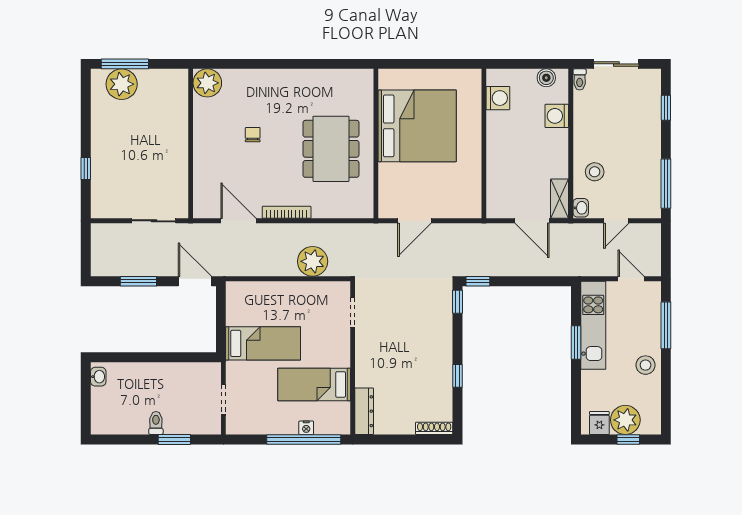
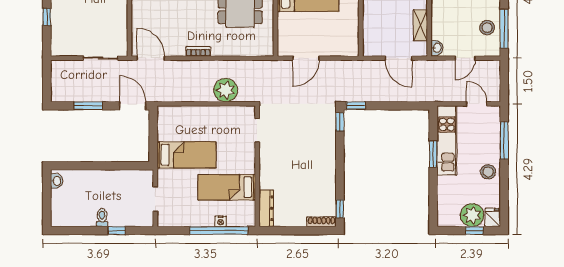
stool: (595, 172) -> (487, 28), moved
shelving: (560, 199) -> (420, 25), moved
bookcase: (287, 212) -> (198, 51), width x0.64
door: (238, 221) -> (151, 58), moved
window: (457, 376) -> (340, 209), moved
fridge: (599, 423) -> (493, 218), moved
window: (174, 439) -> (117, 231), width x0.67

